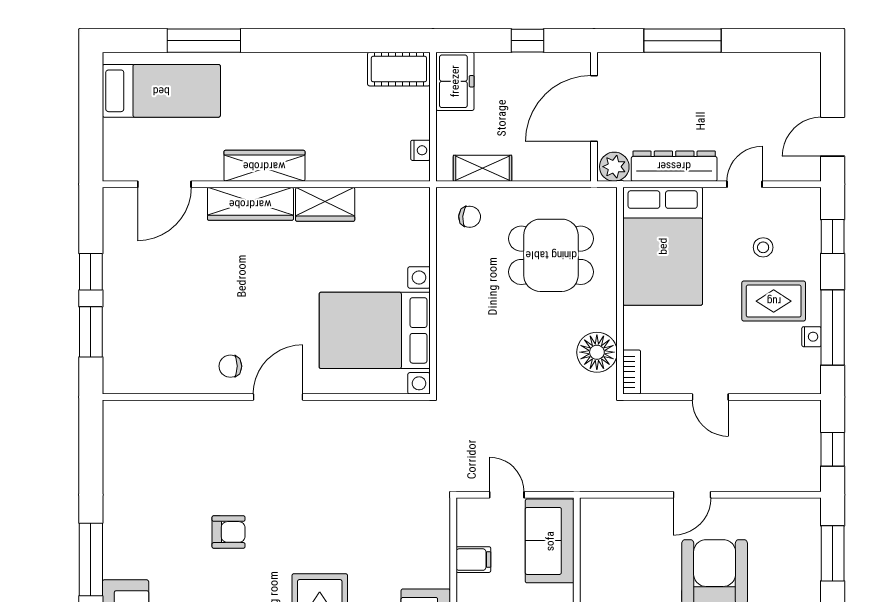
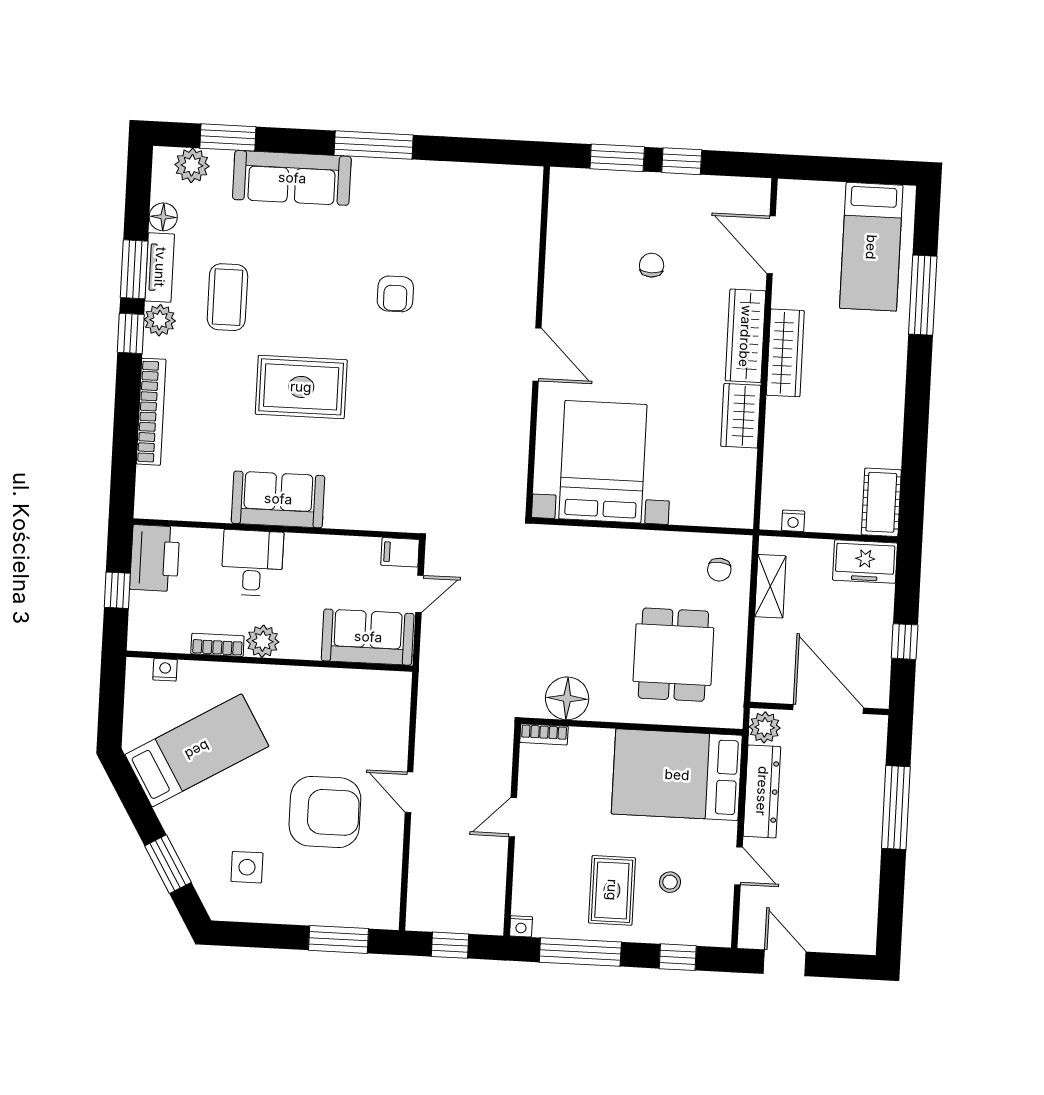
nightstand: (812, 337) -> (521, 926), moved
chair: (230, 366) -> (652, 265), moved
filing cabinet: (473, 560) -> (400, 552), moved, turned 90

